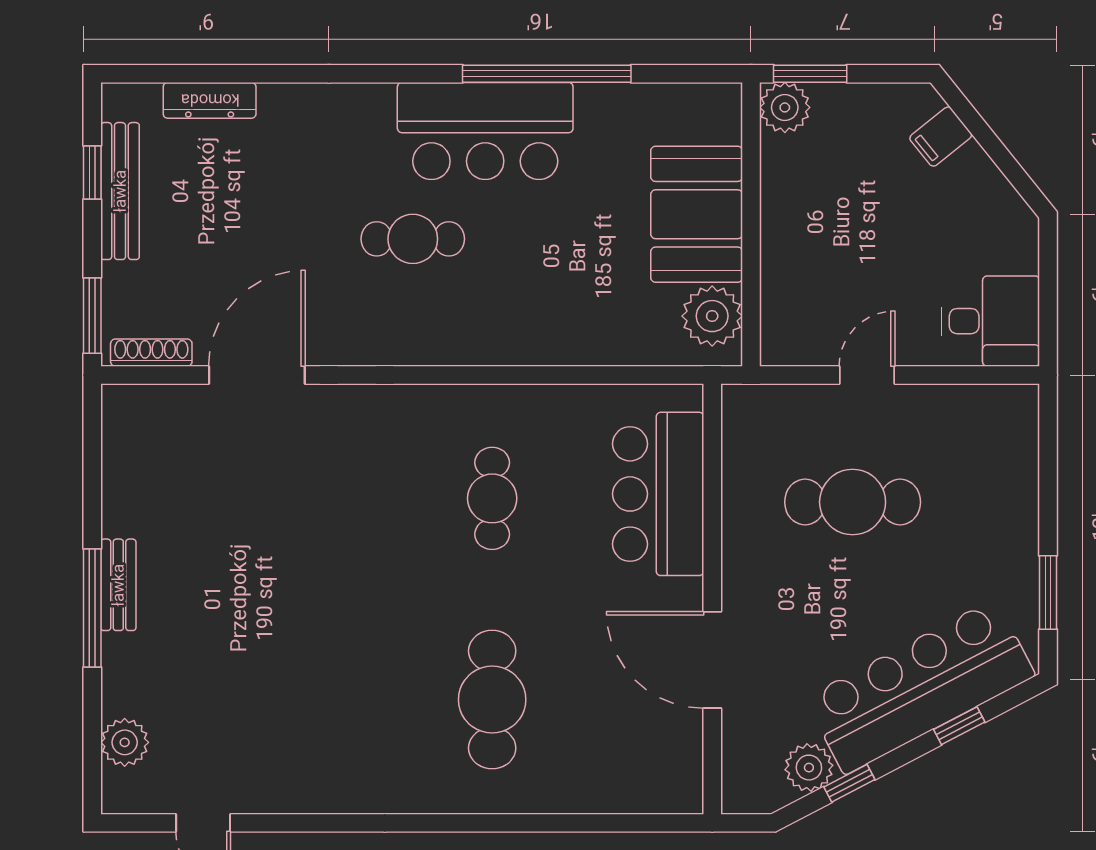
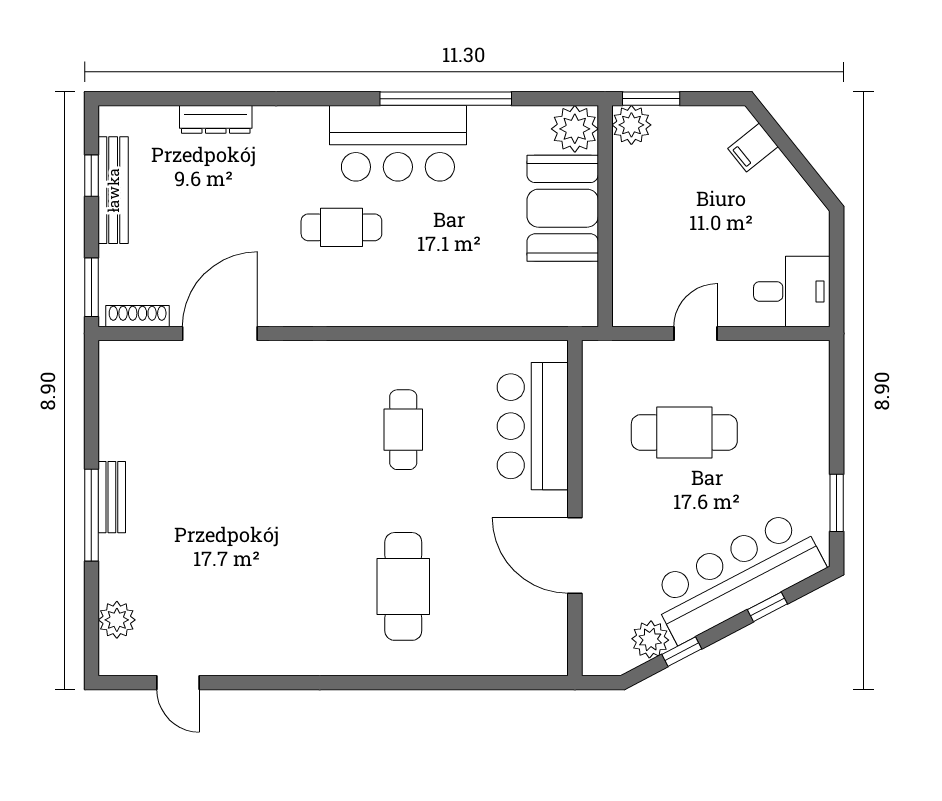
dresser: (210, 100) -> (216, 119), moved
plant: (712, 316) -> (575, 129), moved

